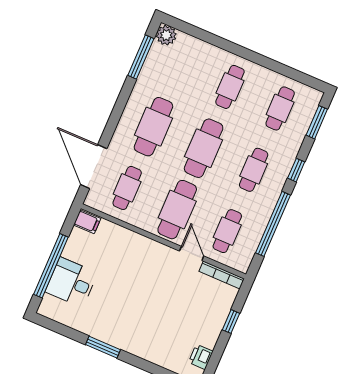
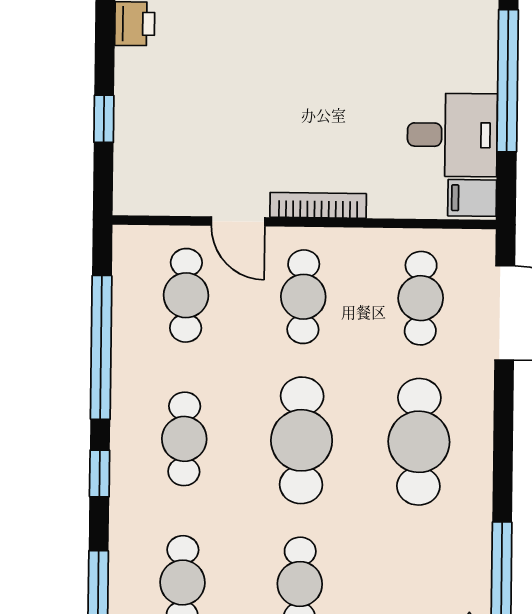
cafe table: (177, 210) -> (303, 297), width x0.73, depth x0.74
bookcase: (222, 275) -> (318, 205), moved
desk: (71, 282) -> (452, 135), moved

